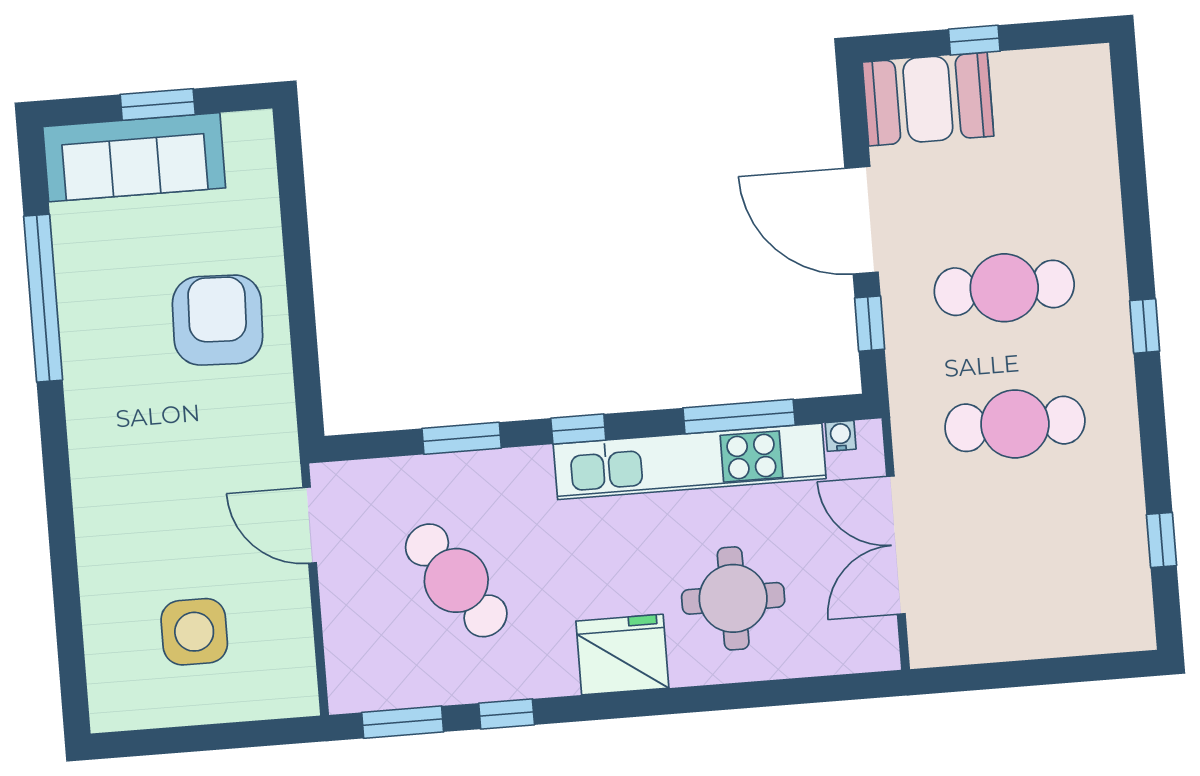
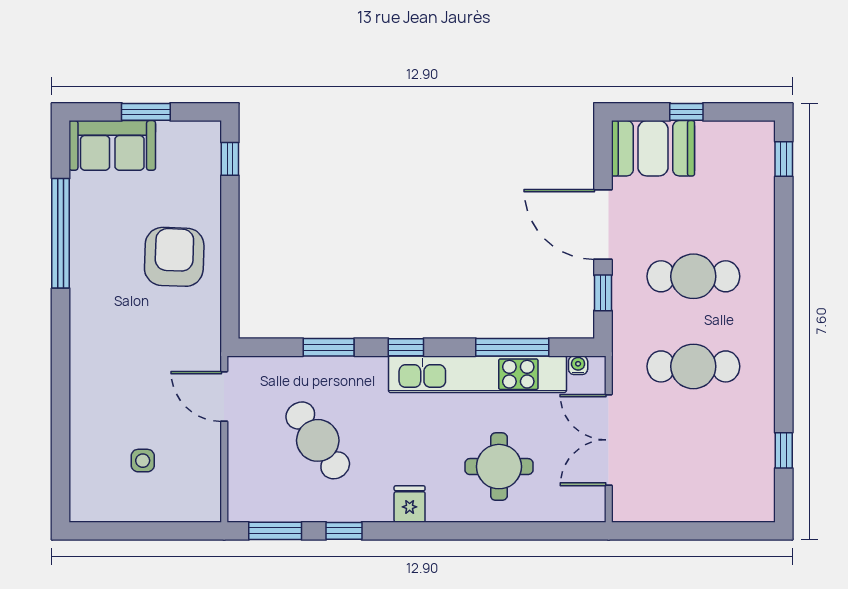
sofa: (134, 157) -> (112, 145), width x0.73
window: (290, 165) -> (230, 159), added
window: (1145, 326) -> (784, 159), moved
side table: (194, 632) -> (143, 461), width x0.54, depth x0.54
fridge: (622, 655) -> (410, 504), width x0.53, depth x0.75

